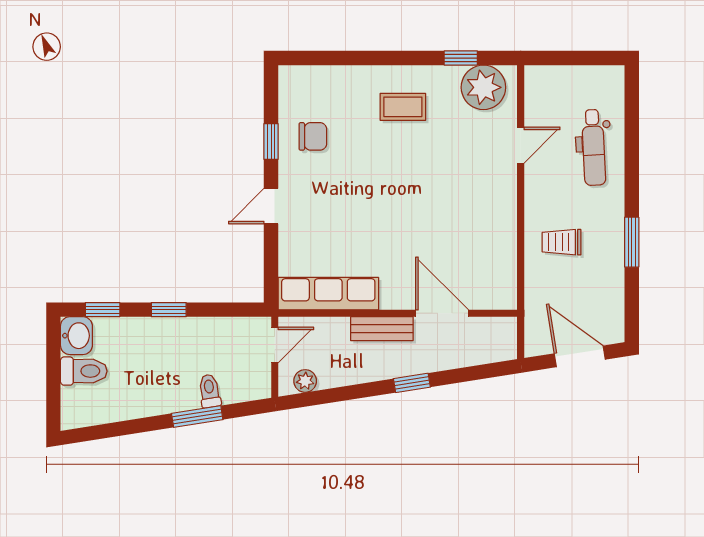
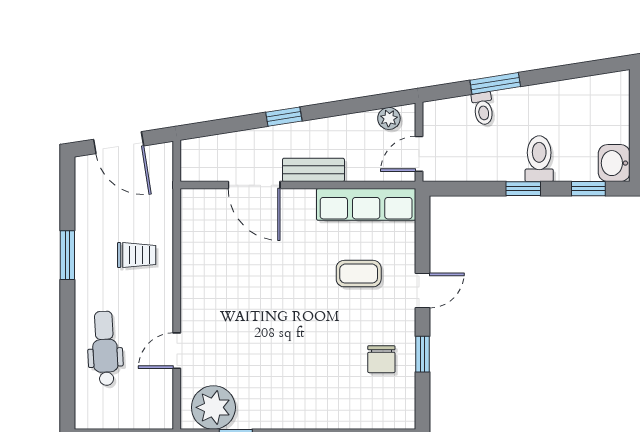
coffee table: (403, 107) -> (359, 274), moved
chair: (313, 136) -> (381, 359), turned -90
toilet: (84, 371) -> (539, 159), moved, turned 90

